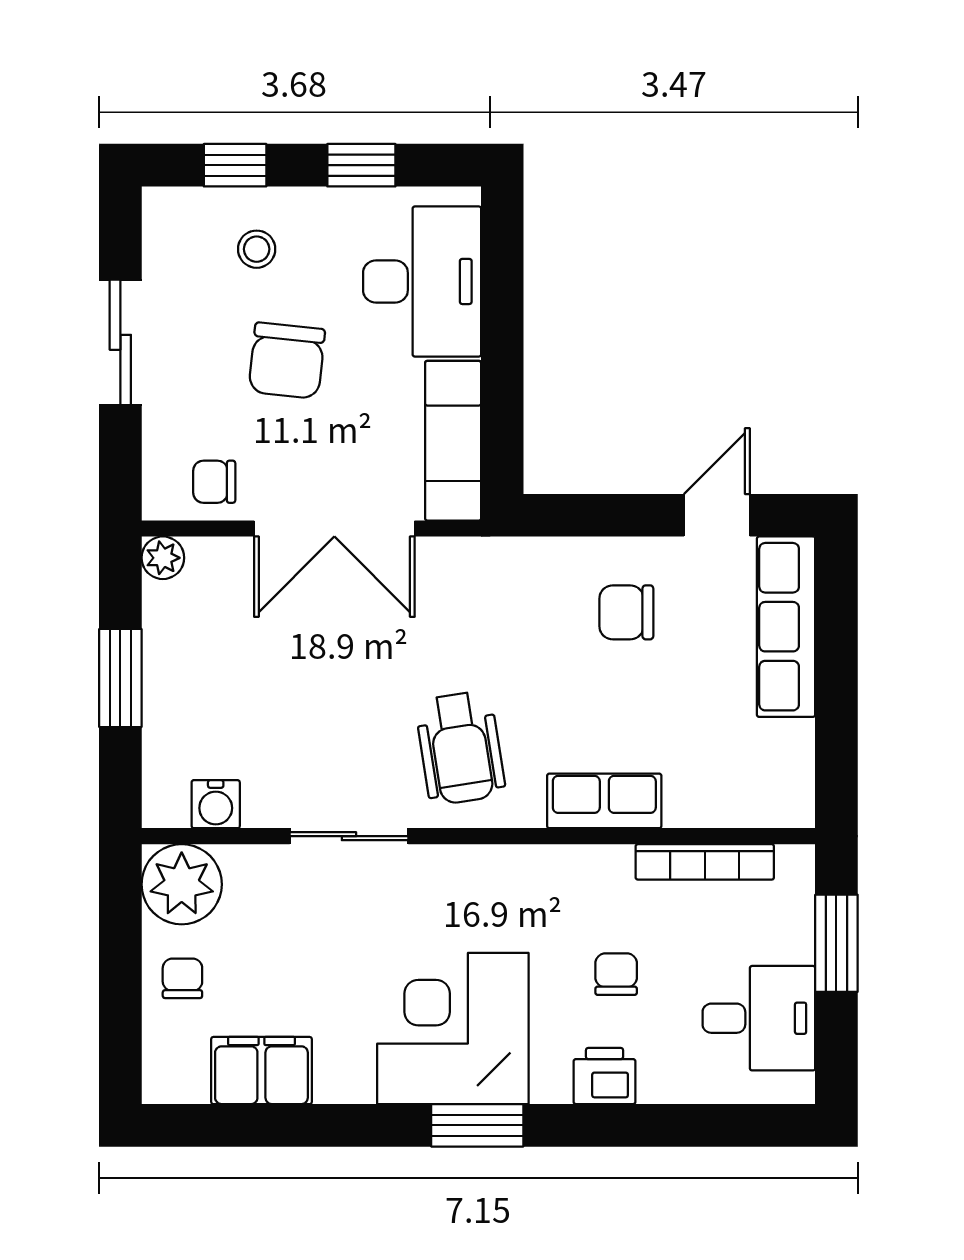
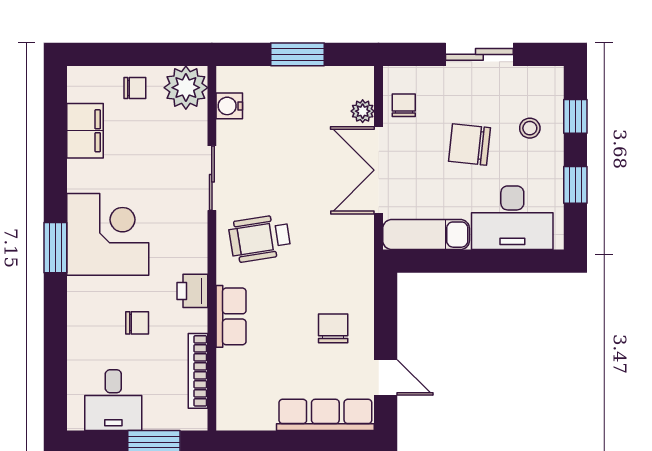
plant: (163, 558) -> (363, 111), moved
printer: (605, 1076) -> (192, 291), moved, turned 180

